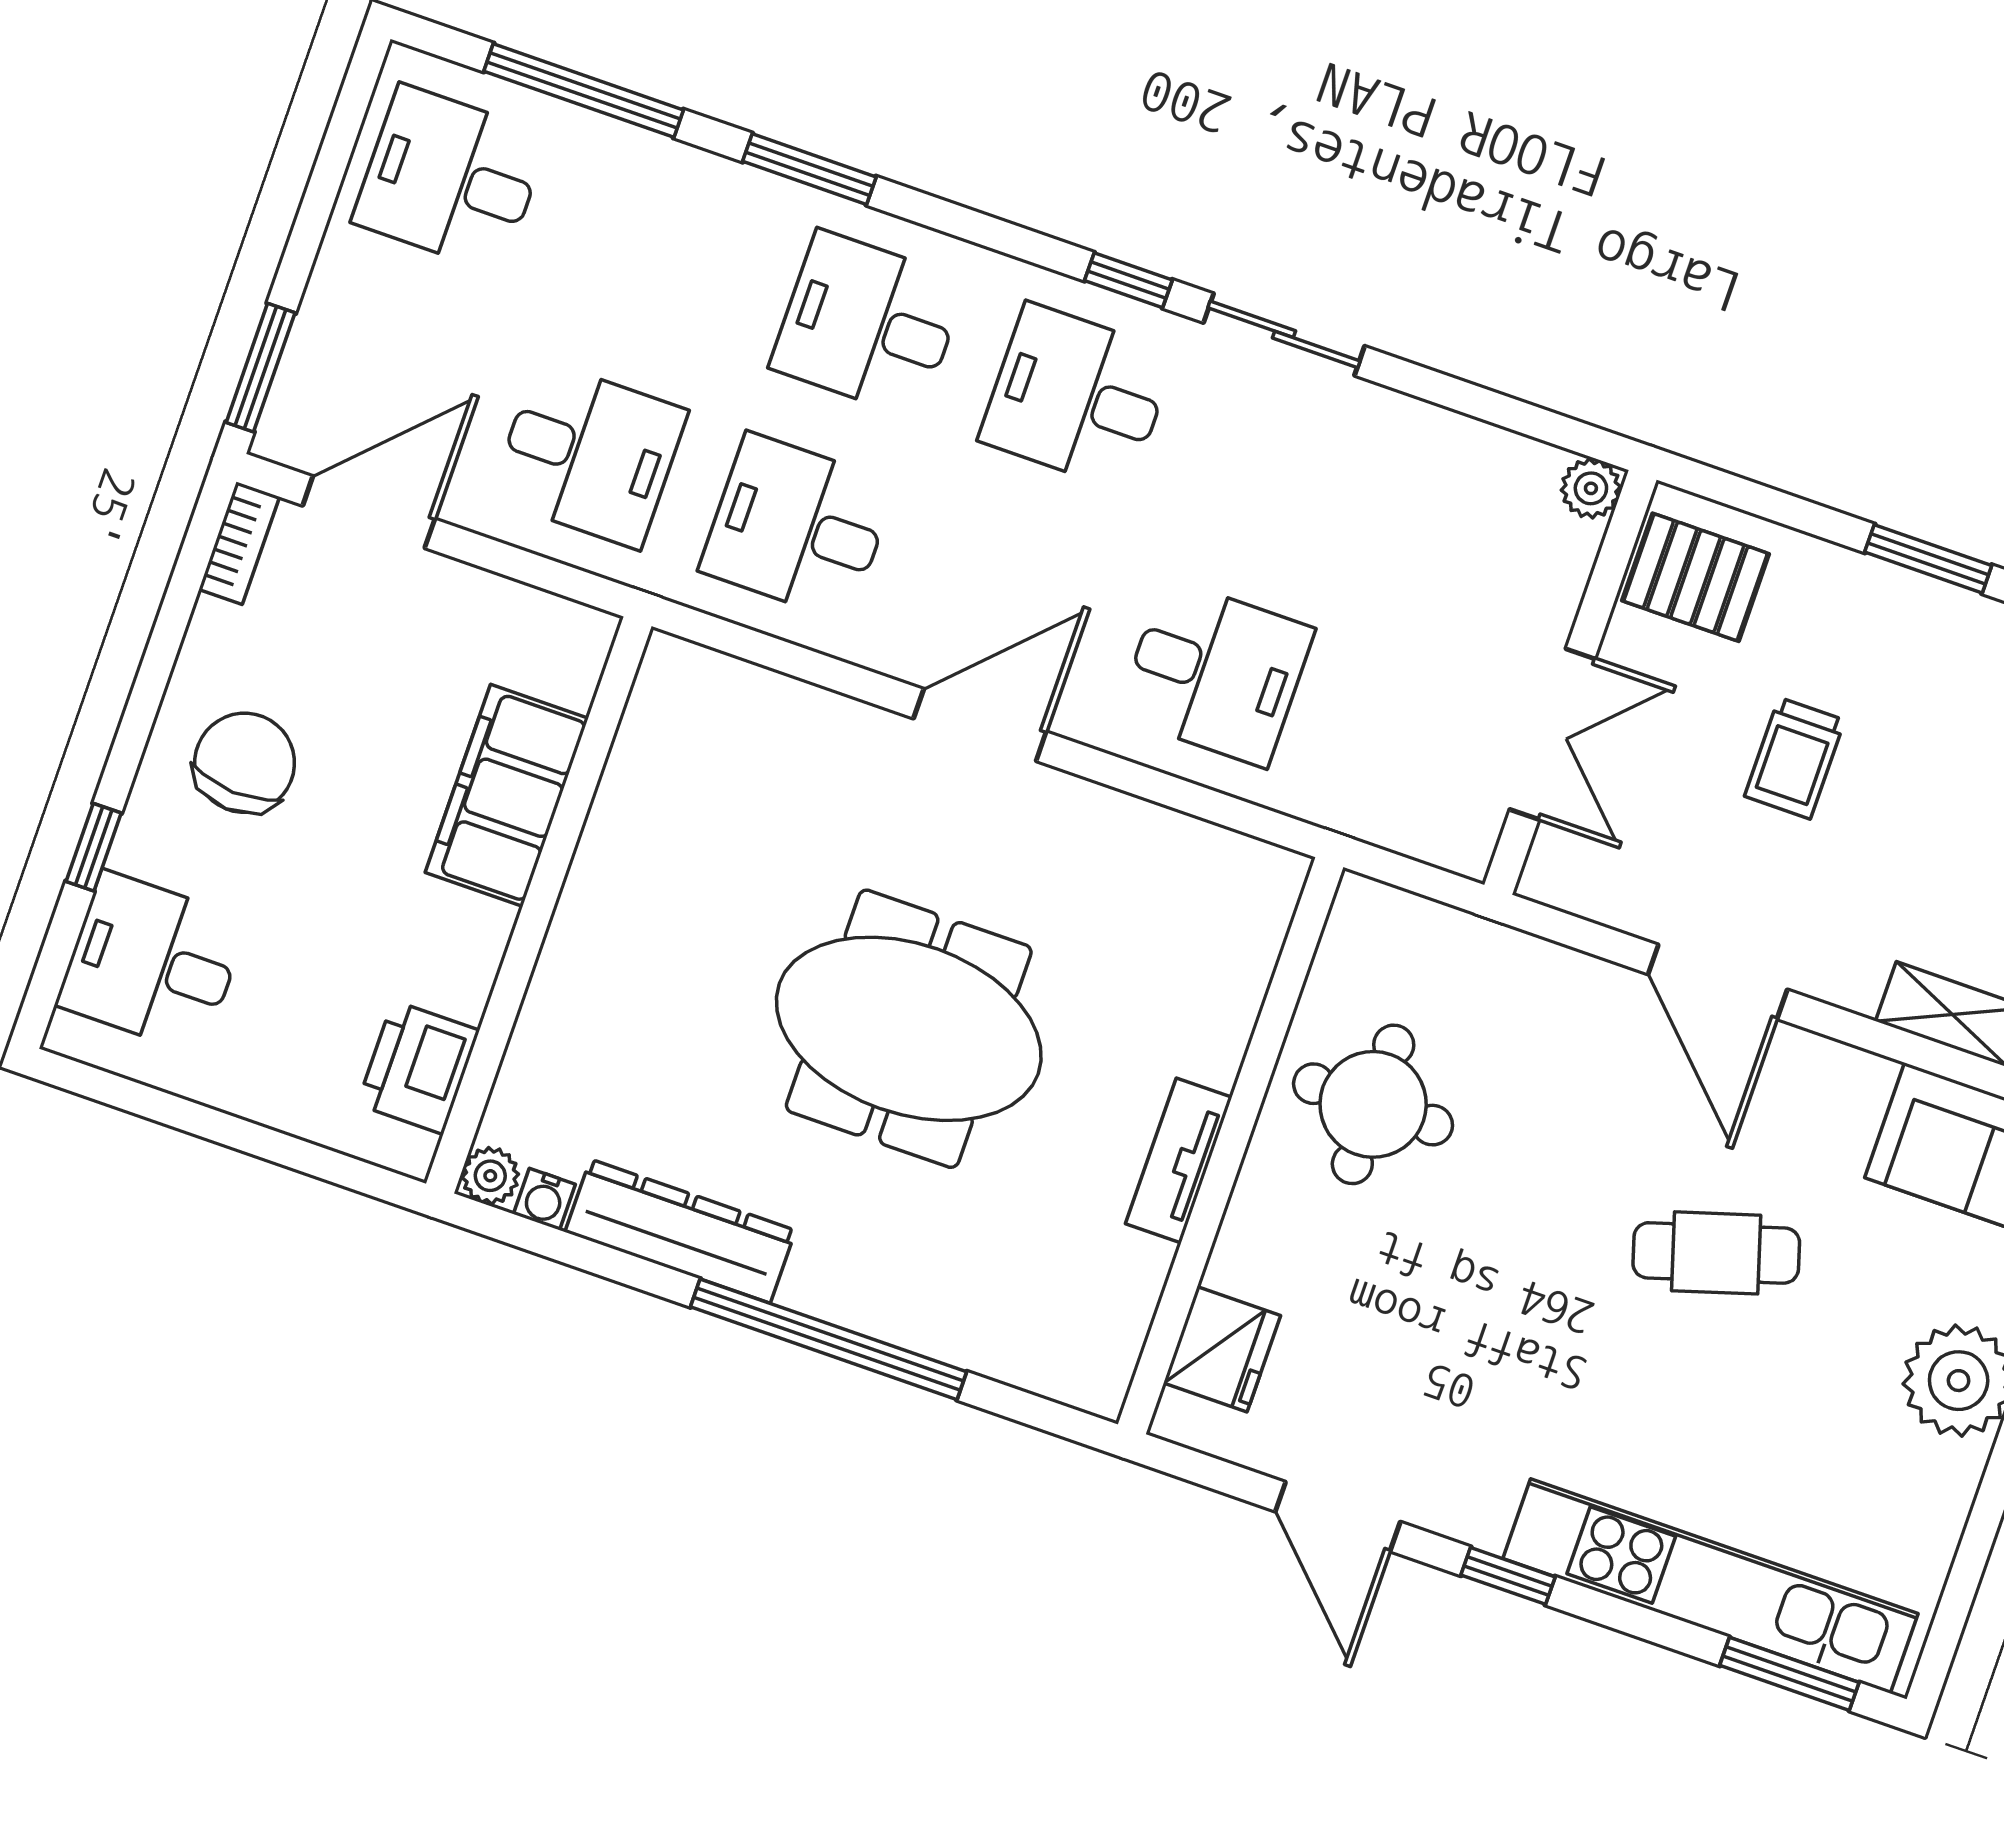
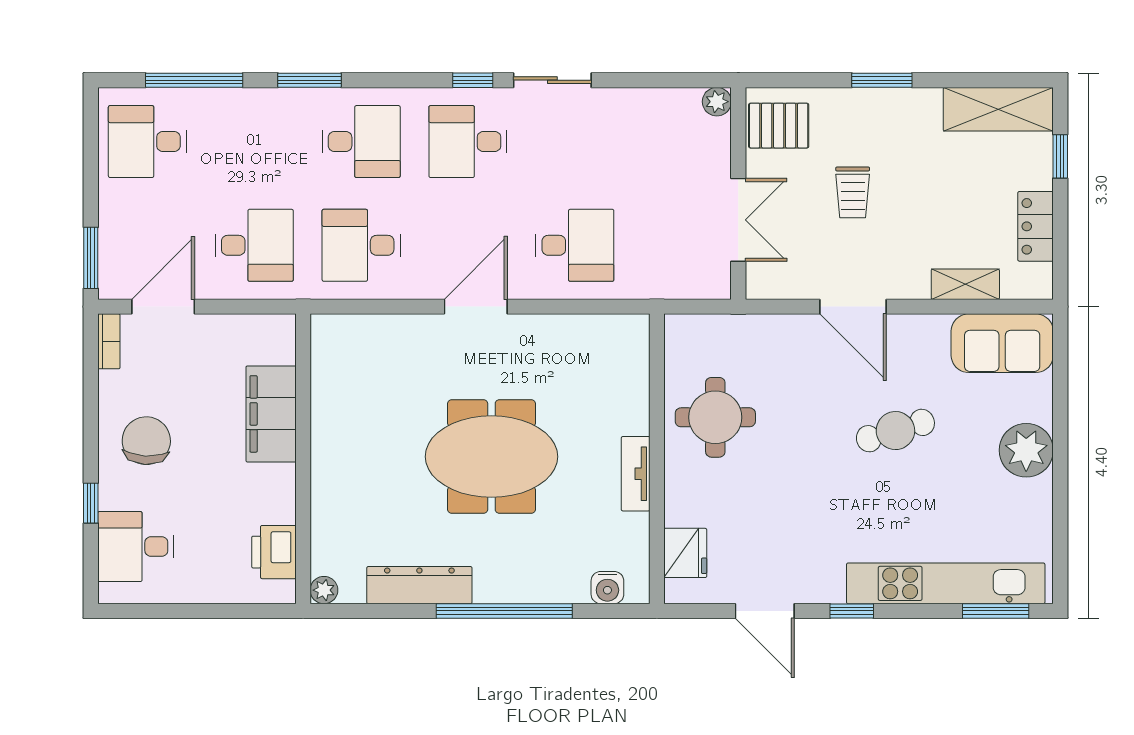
desk: (868, 324) -> (361, 142), turned 180
water cooler: (544, 1199) -> (607, 588), moved, width x1.38, depth x1.38

